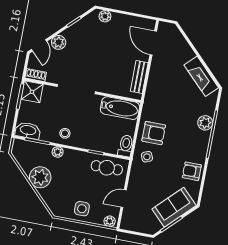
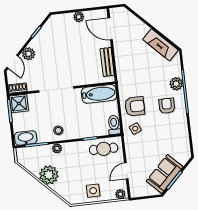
plant: (105, 16) -> (79, 17), moved
armchair: (192, 171) -> (167, 106), moved, turned 90
sofa: (174, 207) -> (165, 174), moved

